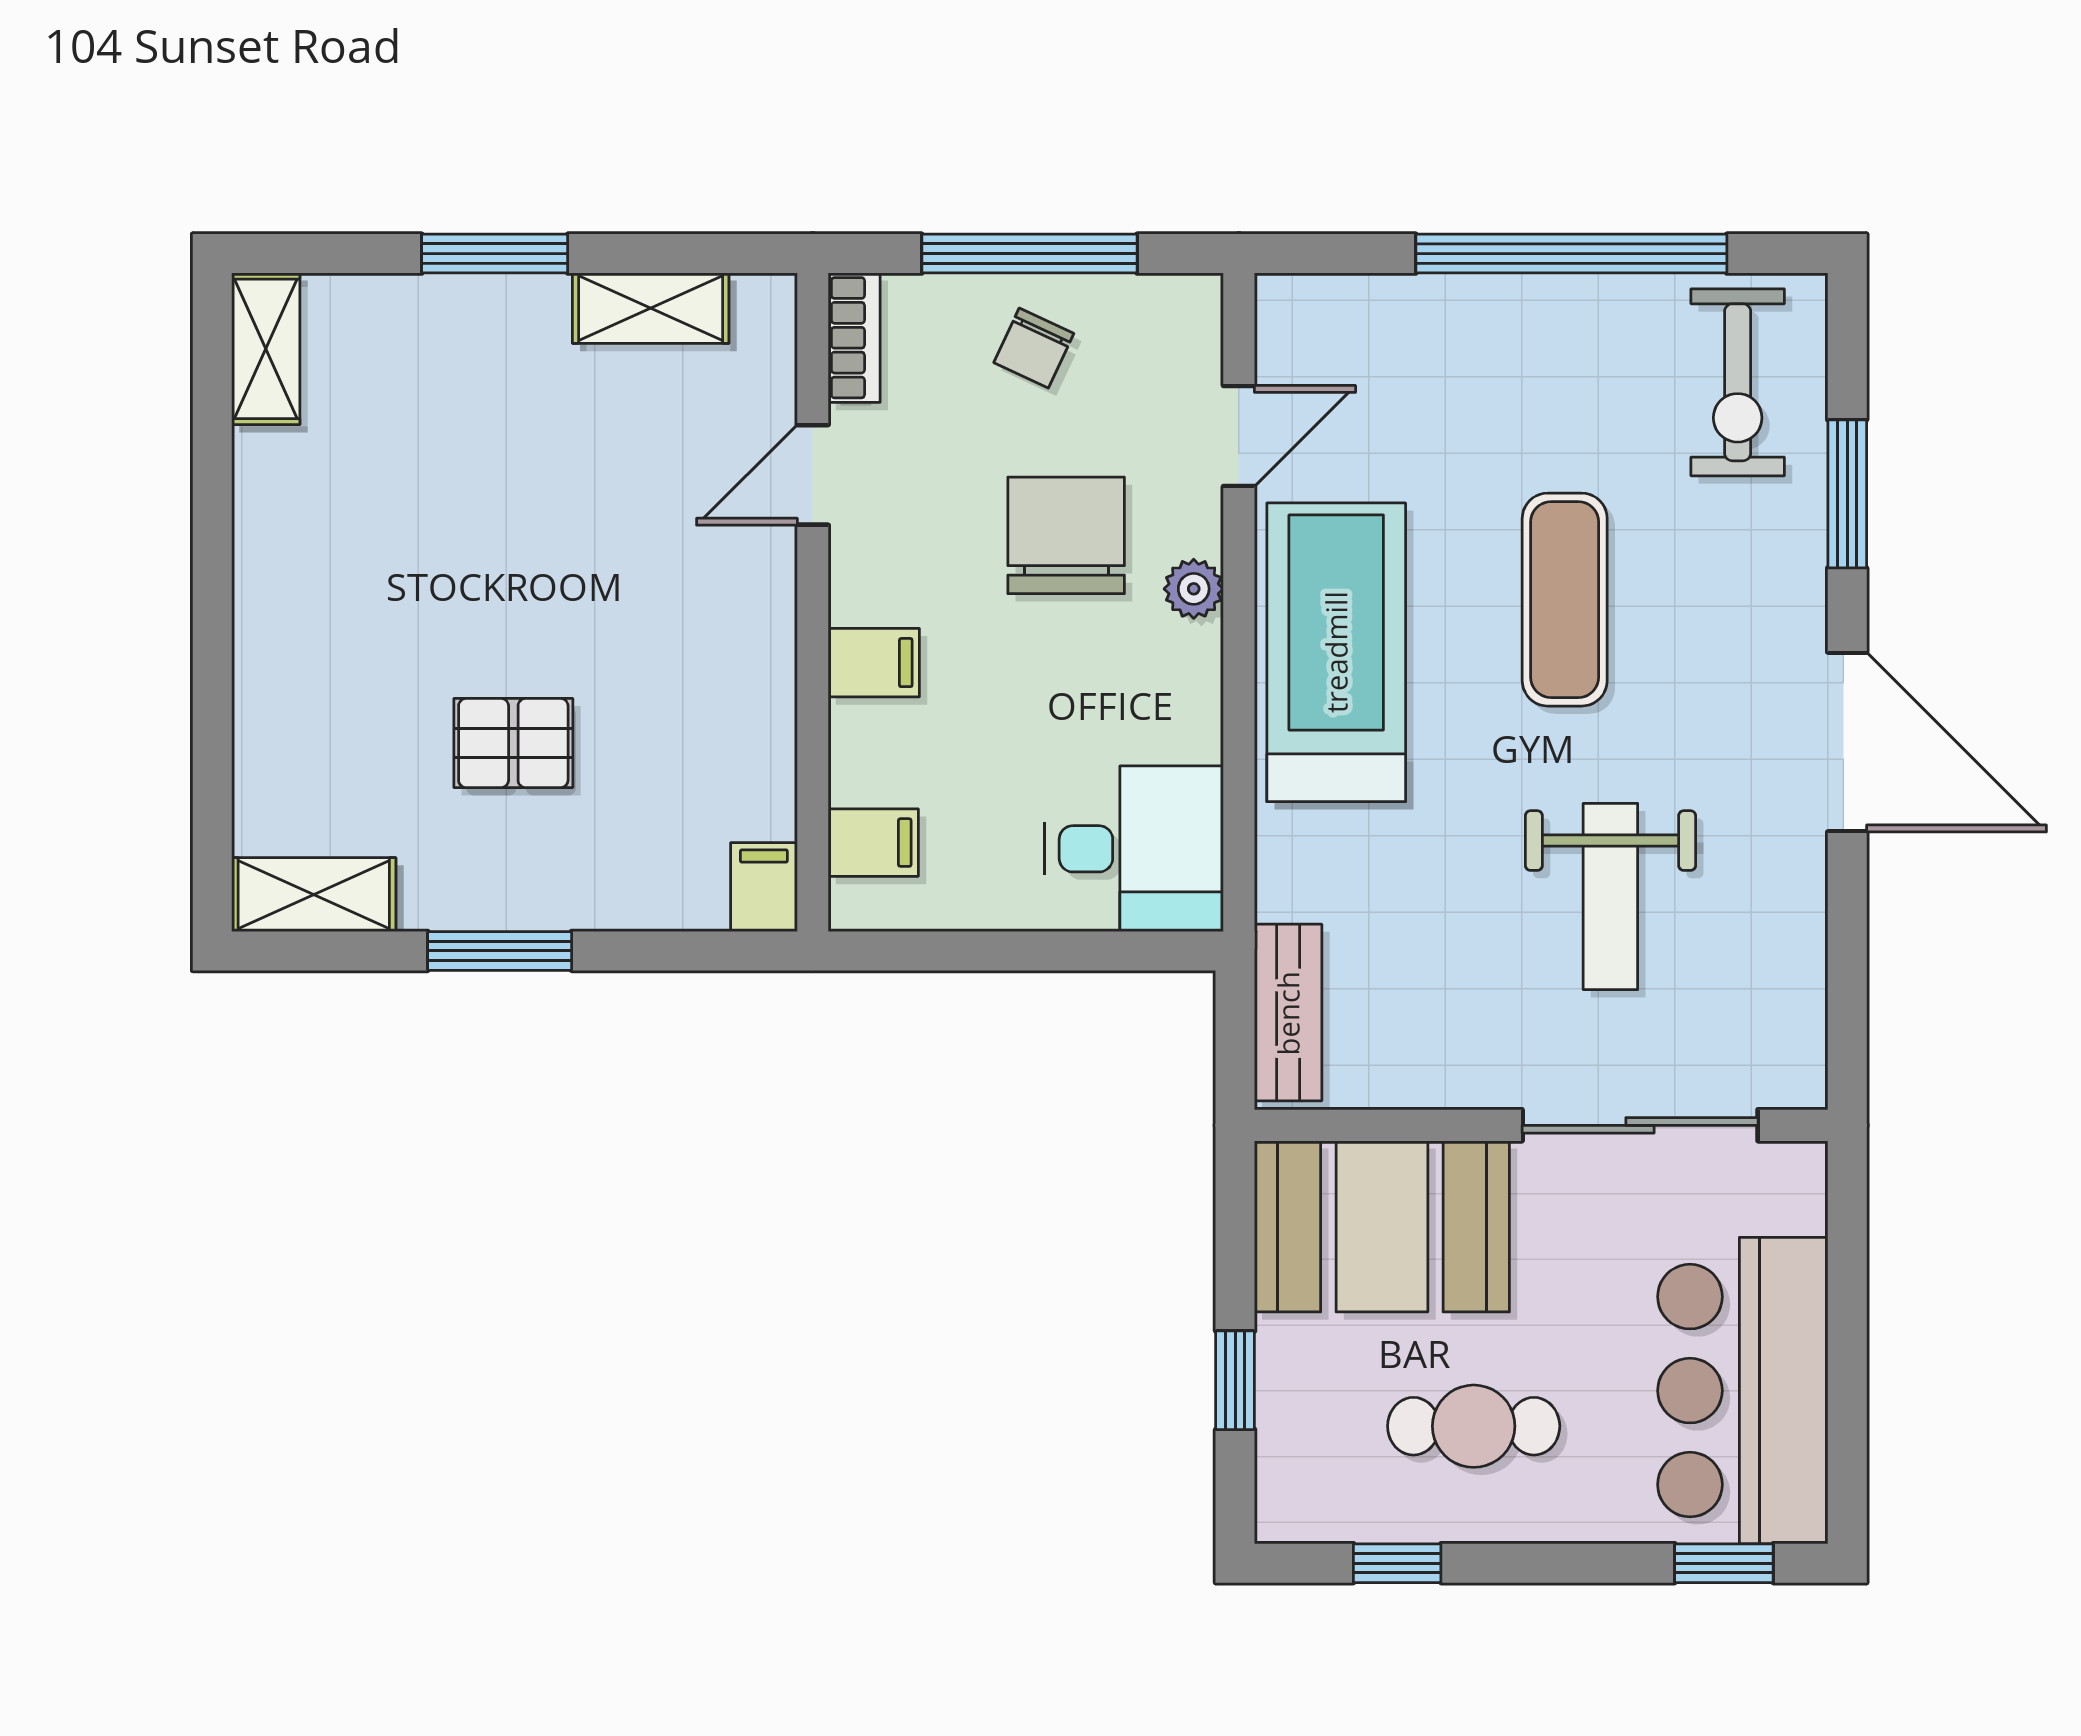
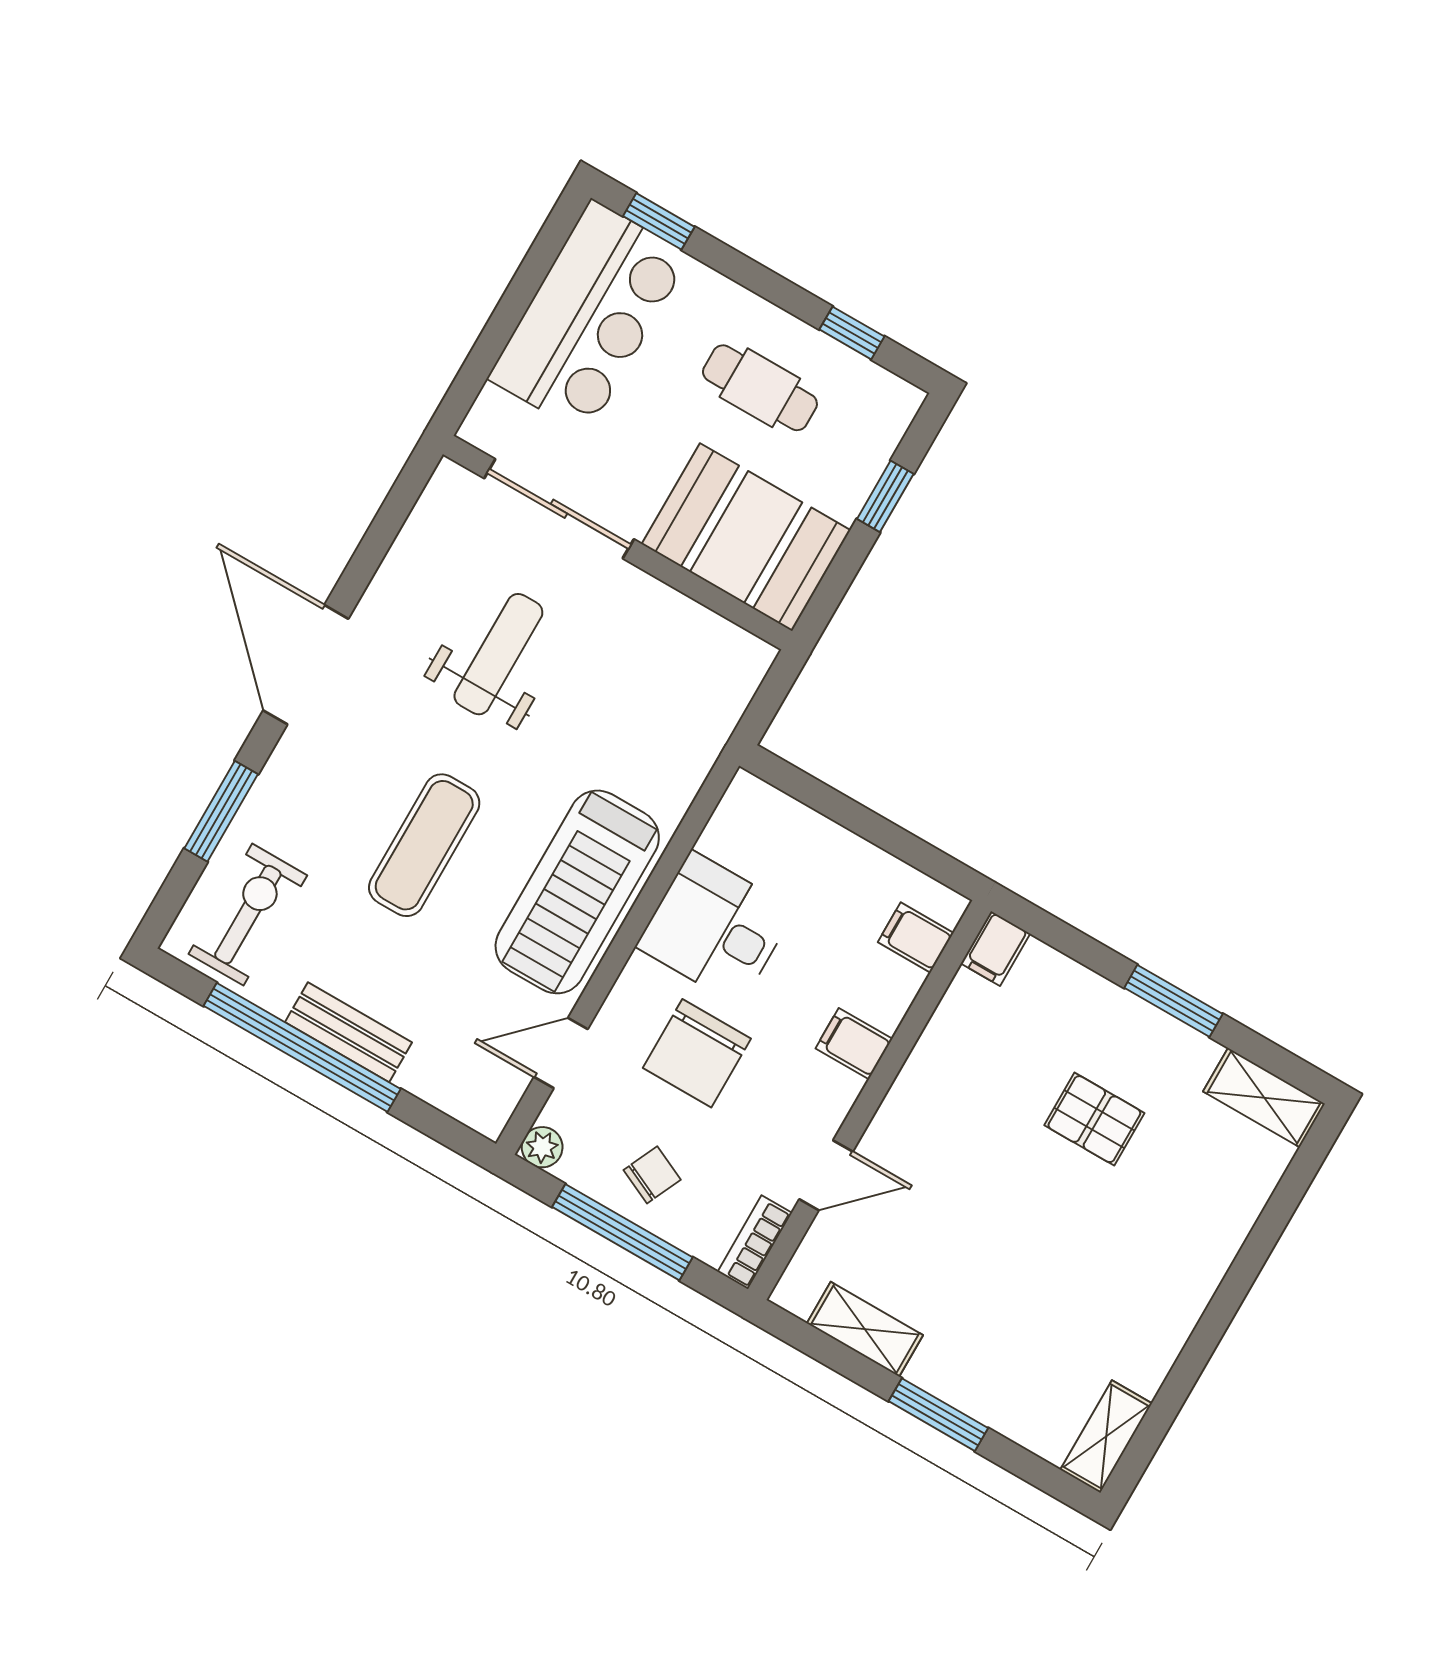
plant: (1194, 589) -> (542, 1147), moved
desk: (1134, 849) -> (715, 928), moved
bench: (1288, 1013) -> (348, 1032), moved, turned 90

